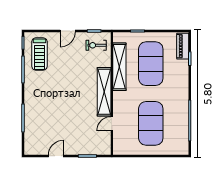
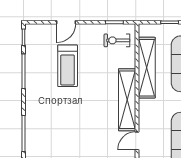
door: (68, 31) -> (66, 22), moved
treadmill: (39, 54) -> (68, 66), moved

